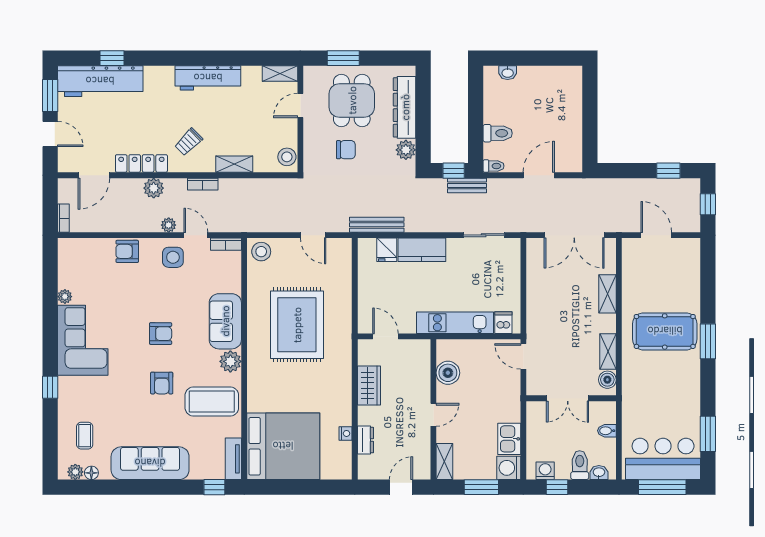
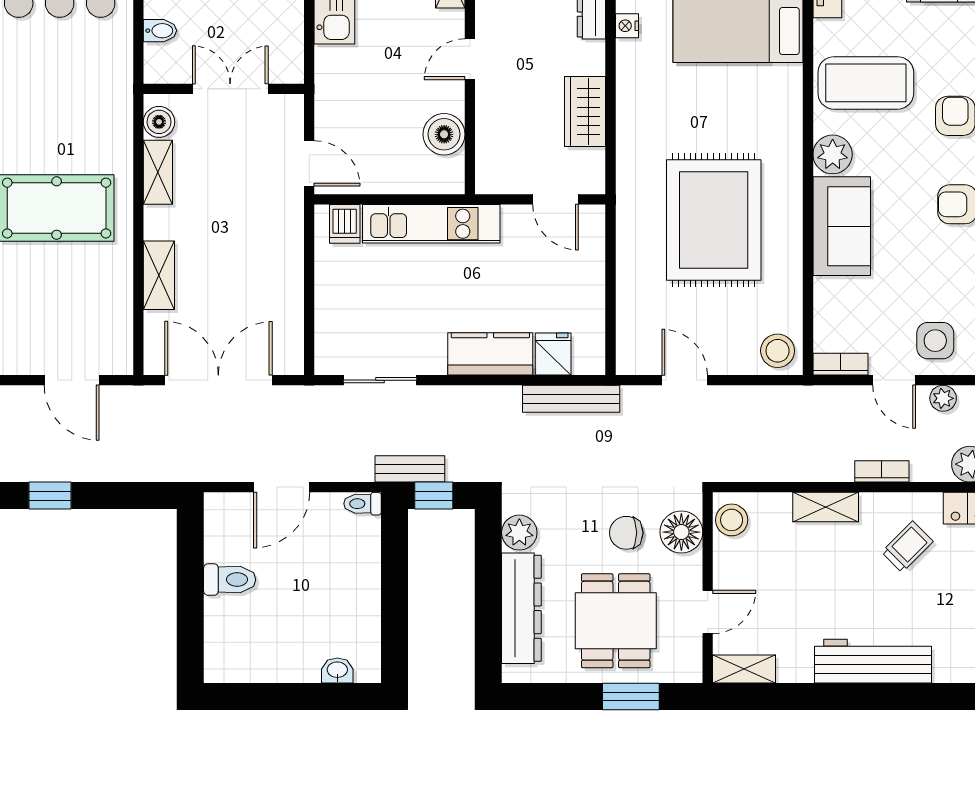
toilet: (498, 133) -> (230, 580), moved, turned 180
floor lamp: (315, 150) -> (681, 532), added

